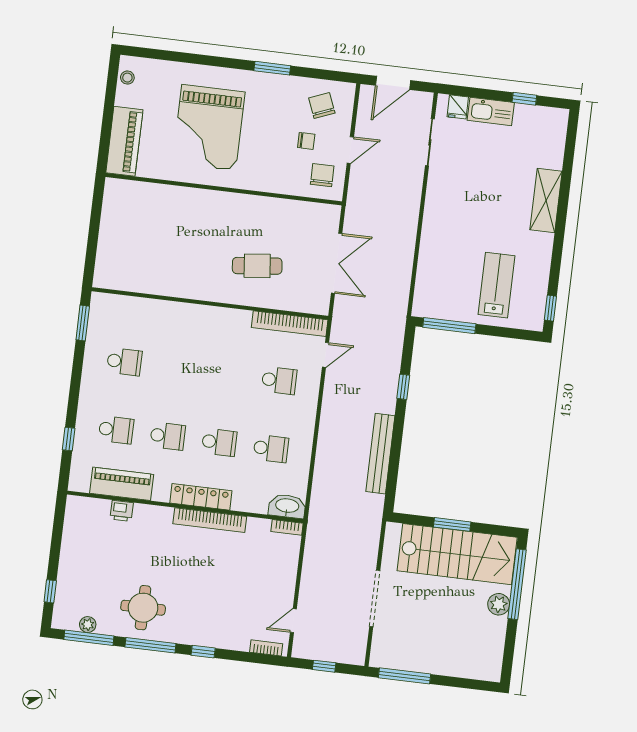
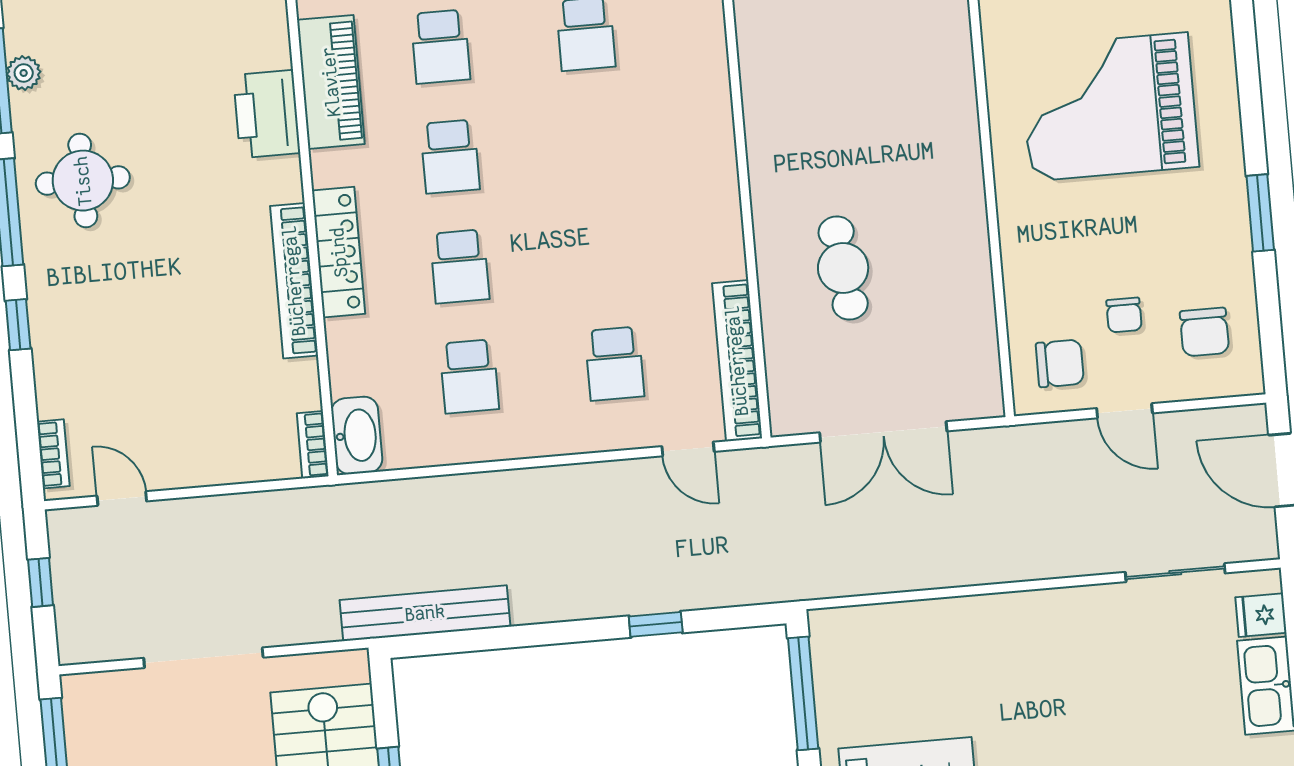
chair: (322, 105) -> (1204, 332), turned 112
bench: (380, 454) -> (425, 613), moved
printer: (122, 511) -> (267, 114), width x1.87, depth x1.48

